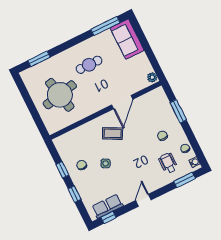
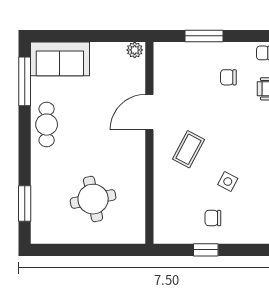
cafe table: (89, 65) -> (47, 125), moved
round table: (60, 95) -> (93, 199), width x0.73, depth x0.73
door: (122, 102) -> (149, 112), swing flipped
window: (74, 194) -> (250, 250), removed

